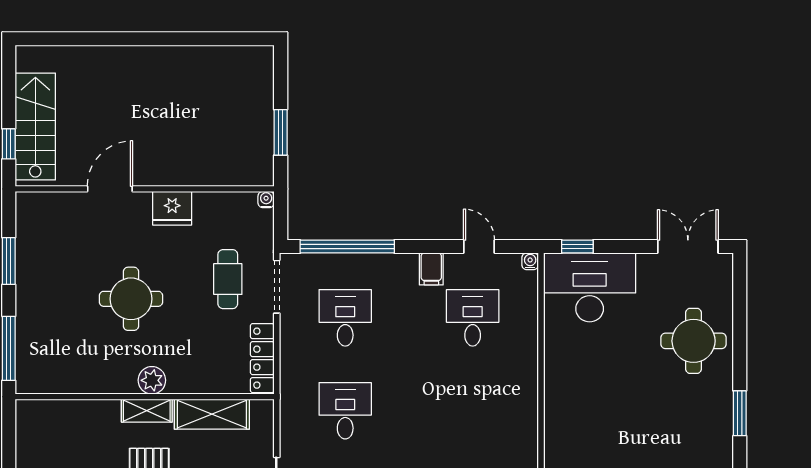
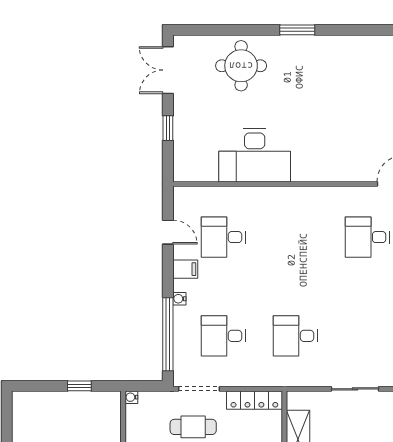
window: (281, 132) -> (79, 386), width x0.67
door: (479, 247) -> (168, 232), swing flipped
window: (577, 247) -> (168, 128), moved
water cooler: (530, 261) -> (179, 299), moved
desk: (590, 287) -> (255, 155), moved, turned -90

